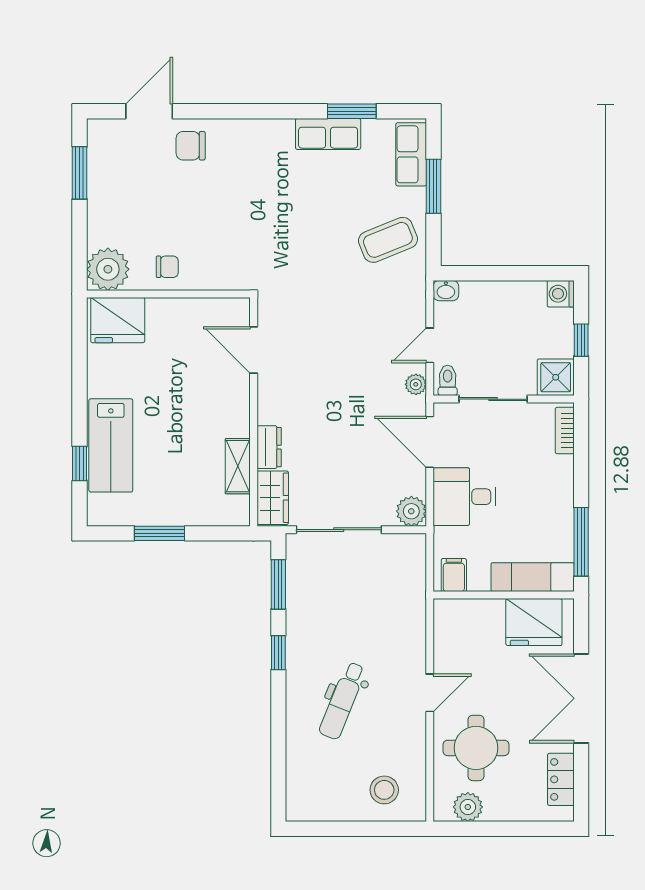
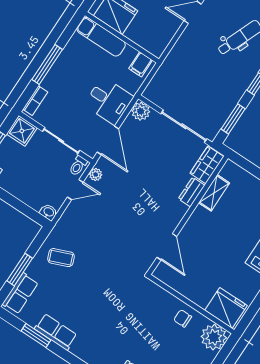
coffee table: (388, 240) -> (61, 258), width x0.73, depth x0.77
window: (581, 542) -> (47, 64), moved

